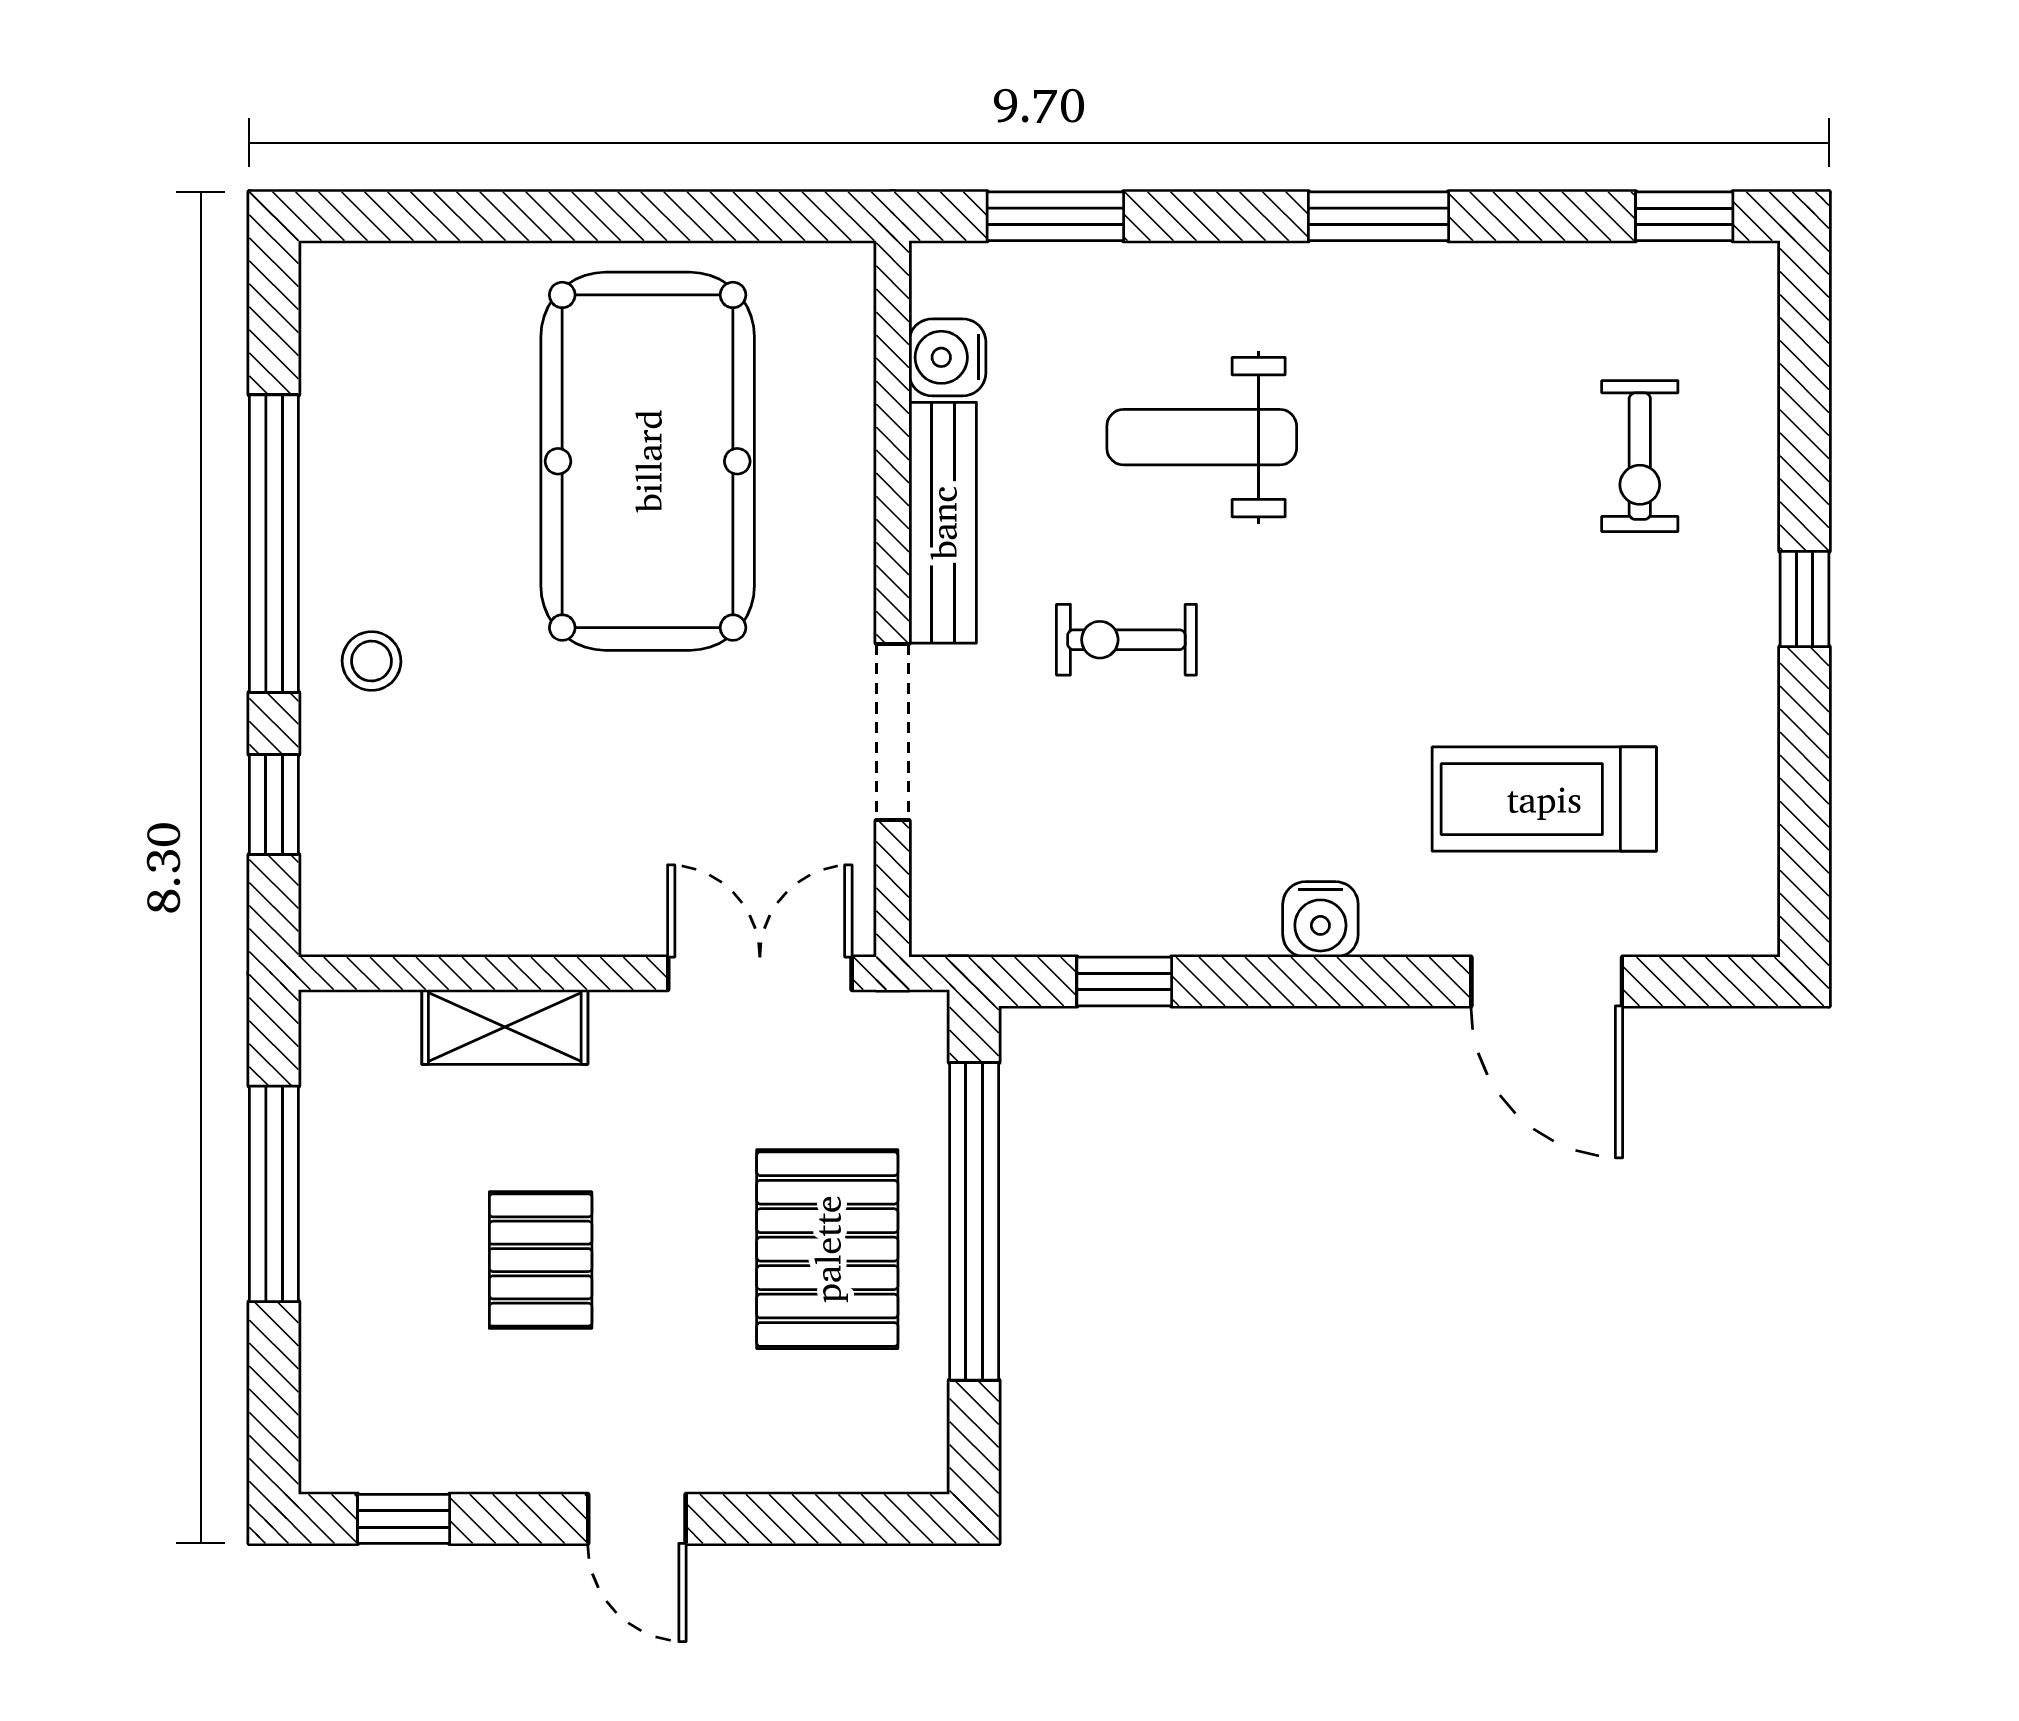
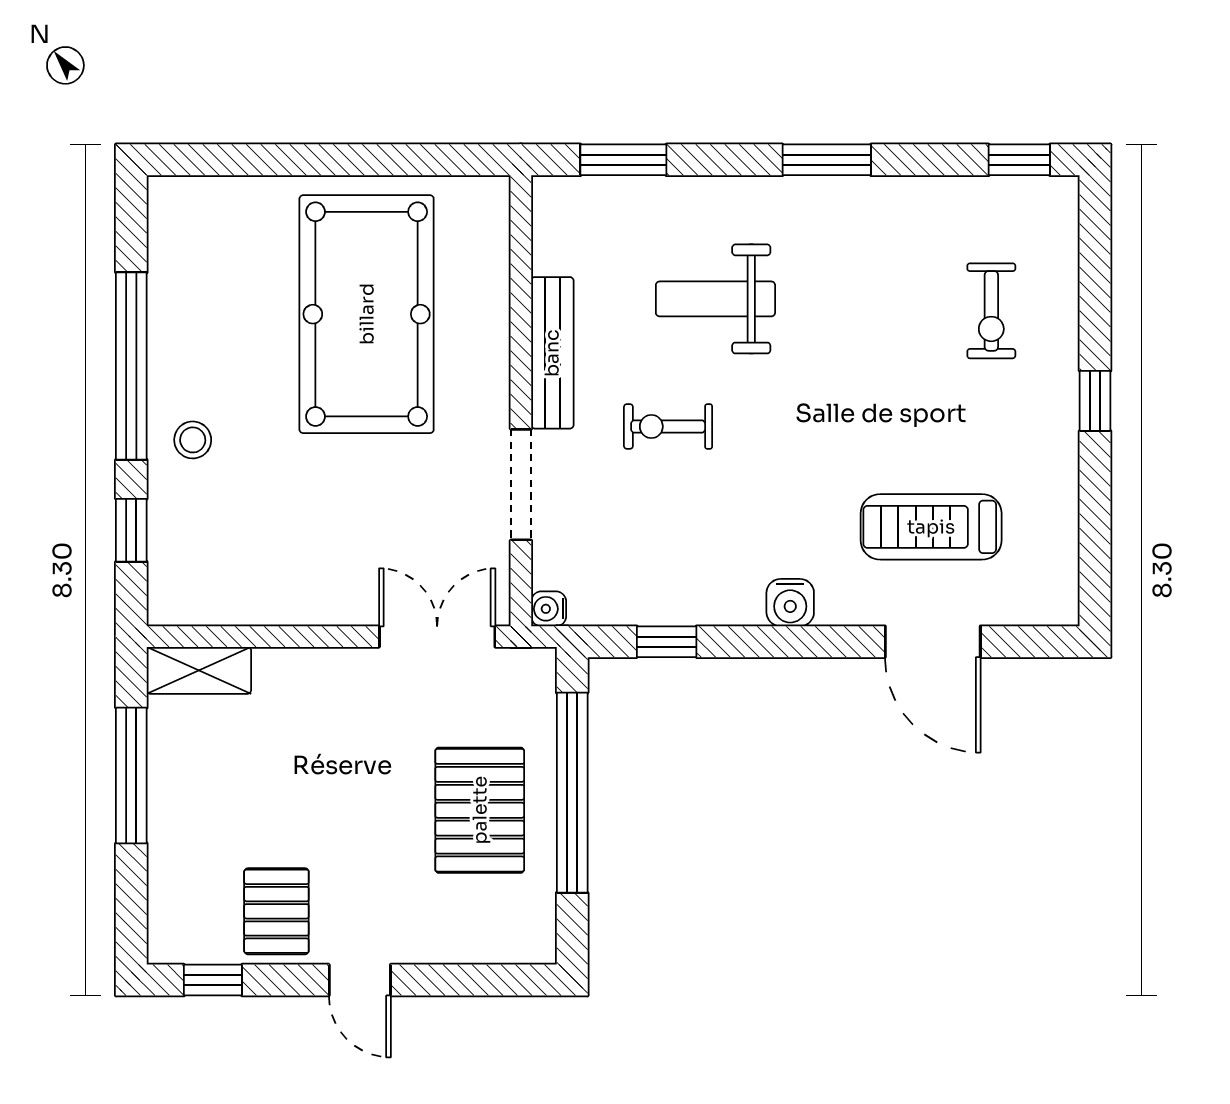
water cooler: (947, 357) -> (549, 609), moved, width x0.72, depth x0.72
shelving: (505, 1027) -> (199, 670), moved
pallet: (541, 1260) -> (276, 911), moved

